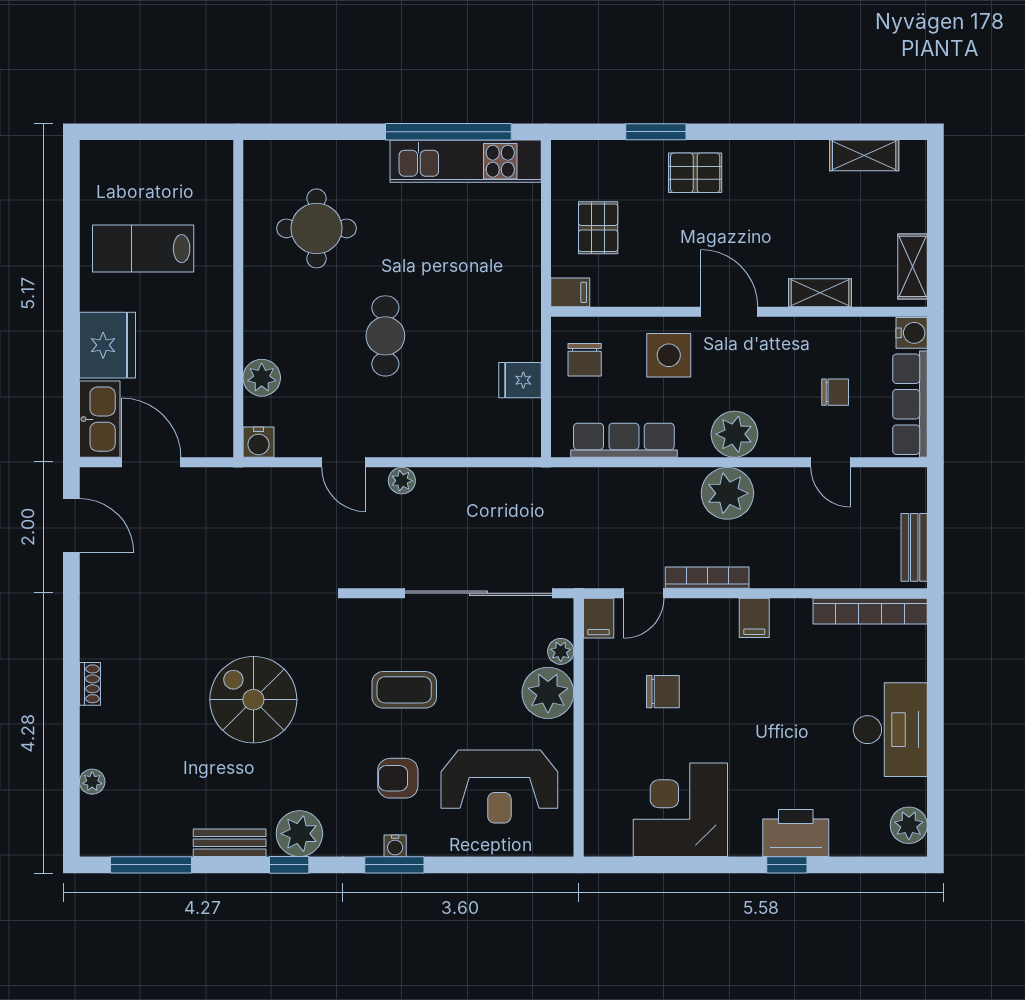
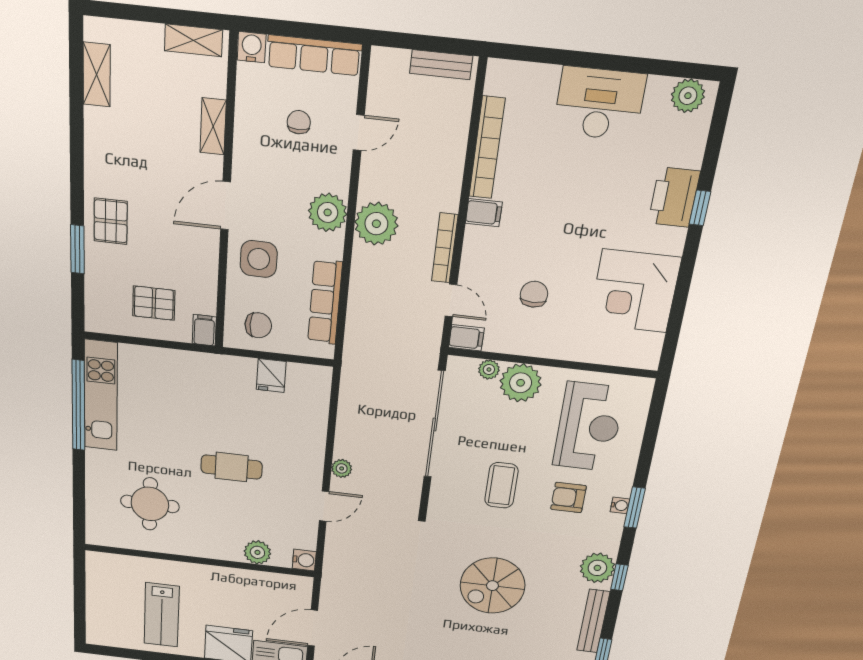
bookcase: (870, 611) -> (487, 148), moved
armchair: (398, 778) -> (568, 498), turned 90
bench: (230, 843) -> (593, 621), width x1.36

